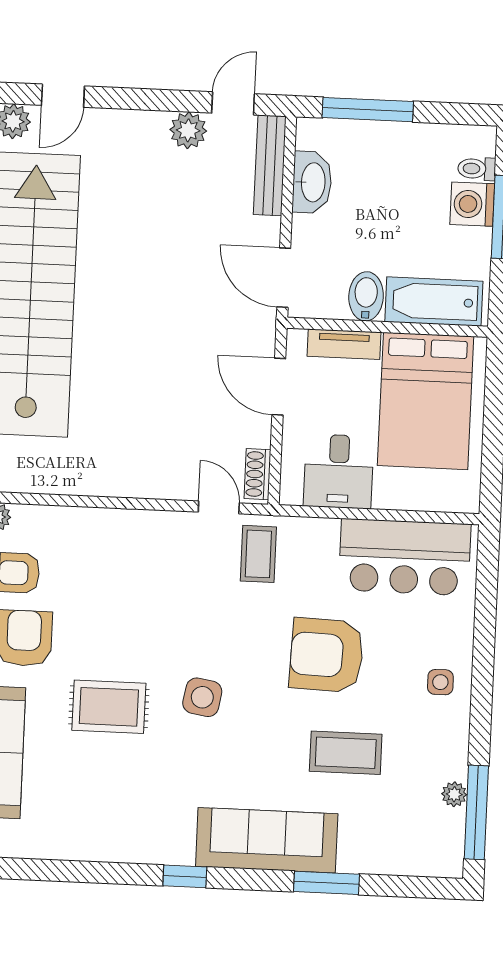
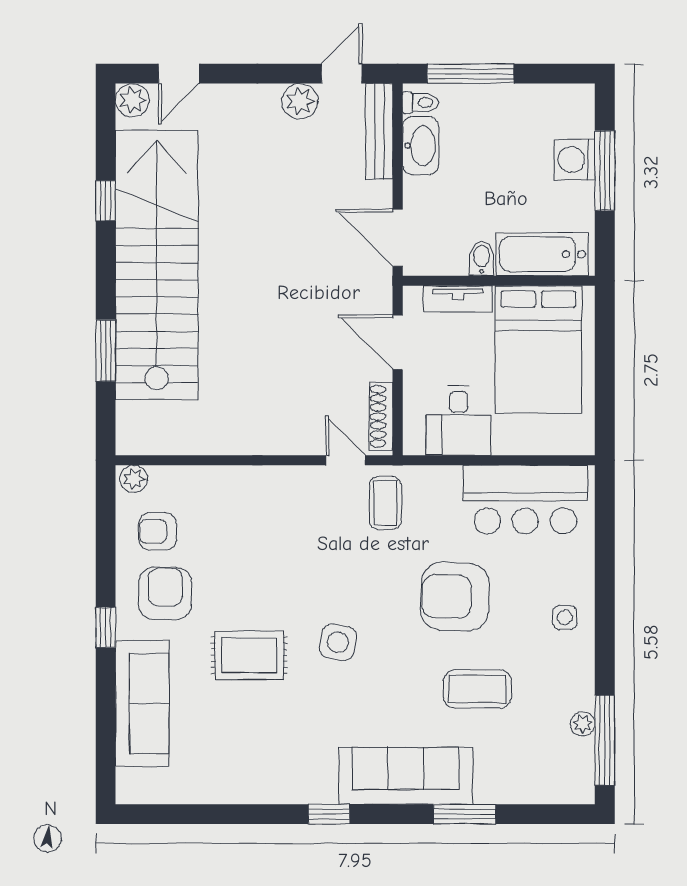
toilet: (477, 169) -> (420, 103), moved, turned 180
bidet: (366, 296) -> (482, 258), width x0.72, depth x0.74
shoe rack: (258, 474) -> (381, 416), width x1.43

